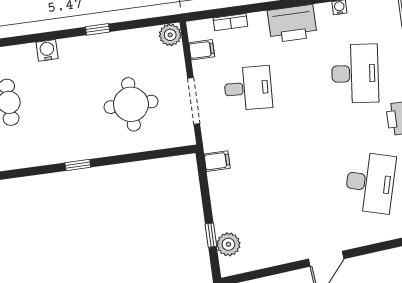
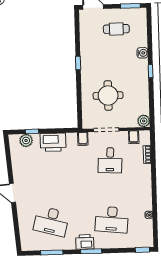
printer: (292, 24) -> (53, 142), moved, turned -90
window: (98, 29) -> (151, 71), moved
filing cabinet: (217, 161) -> (83, 139), moved

